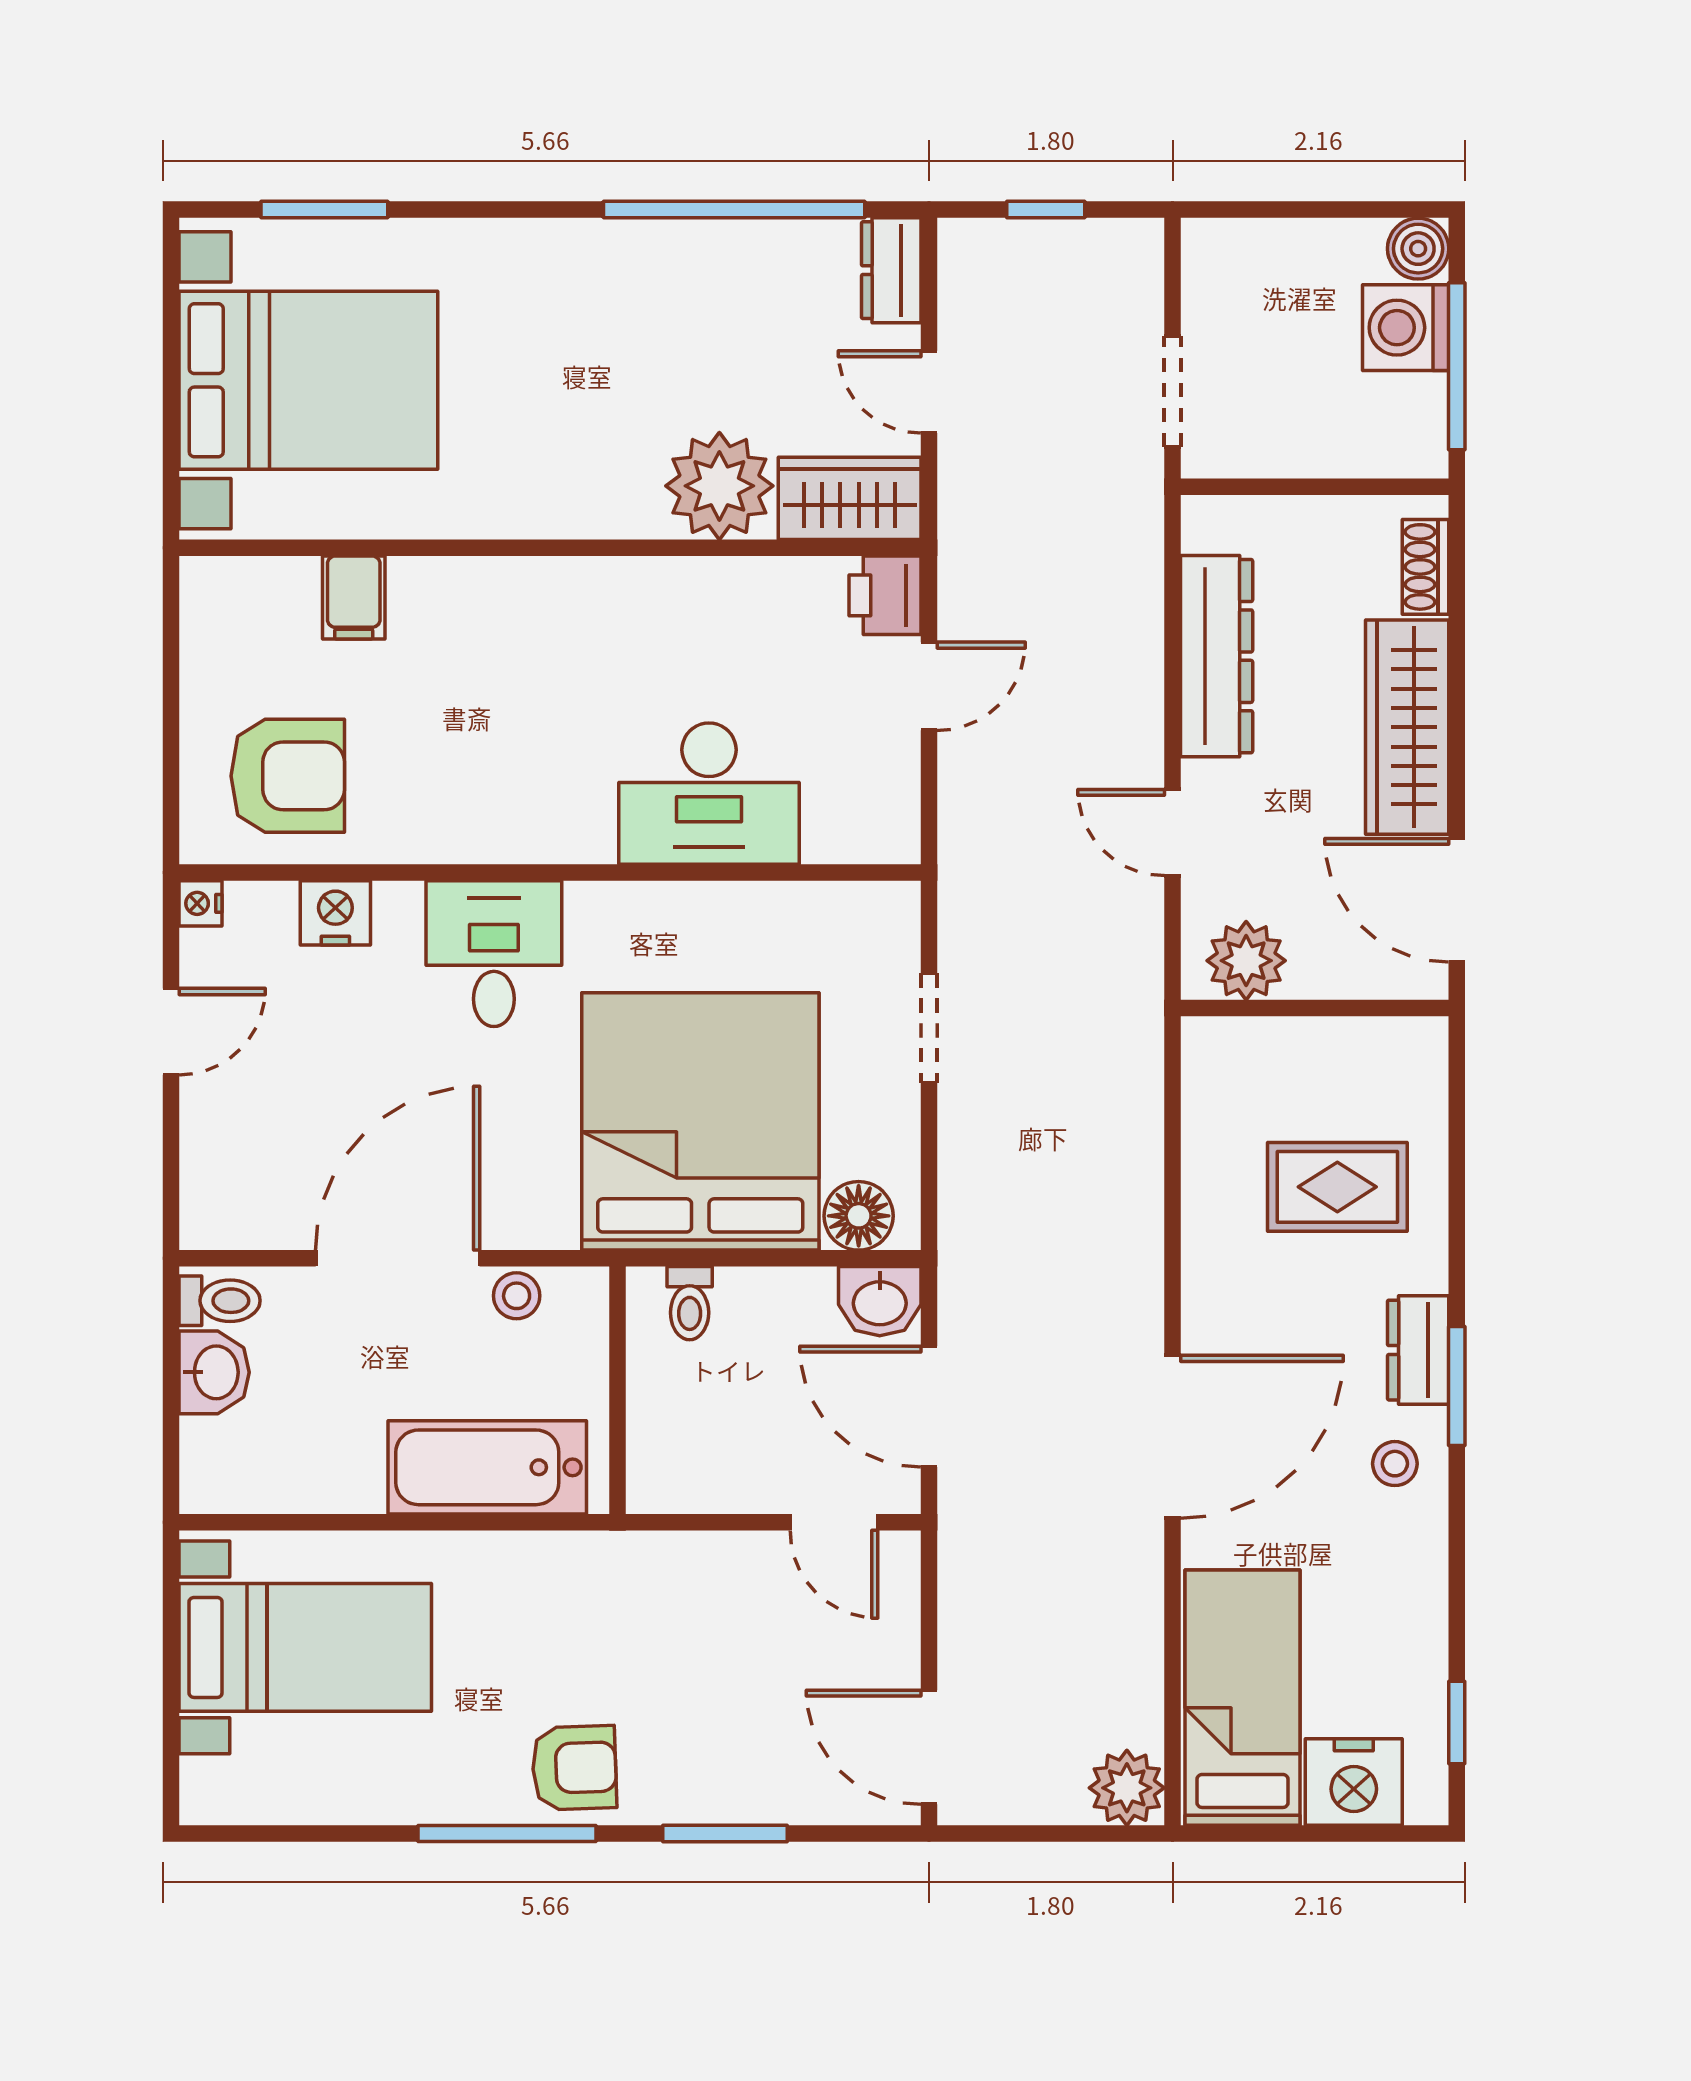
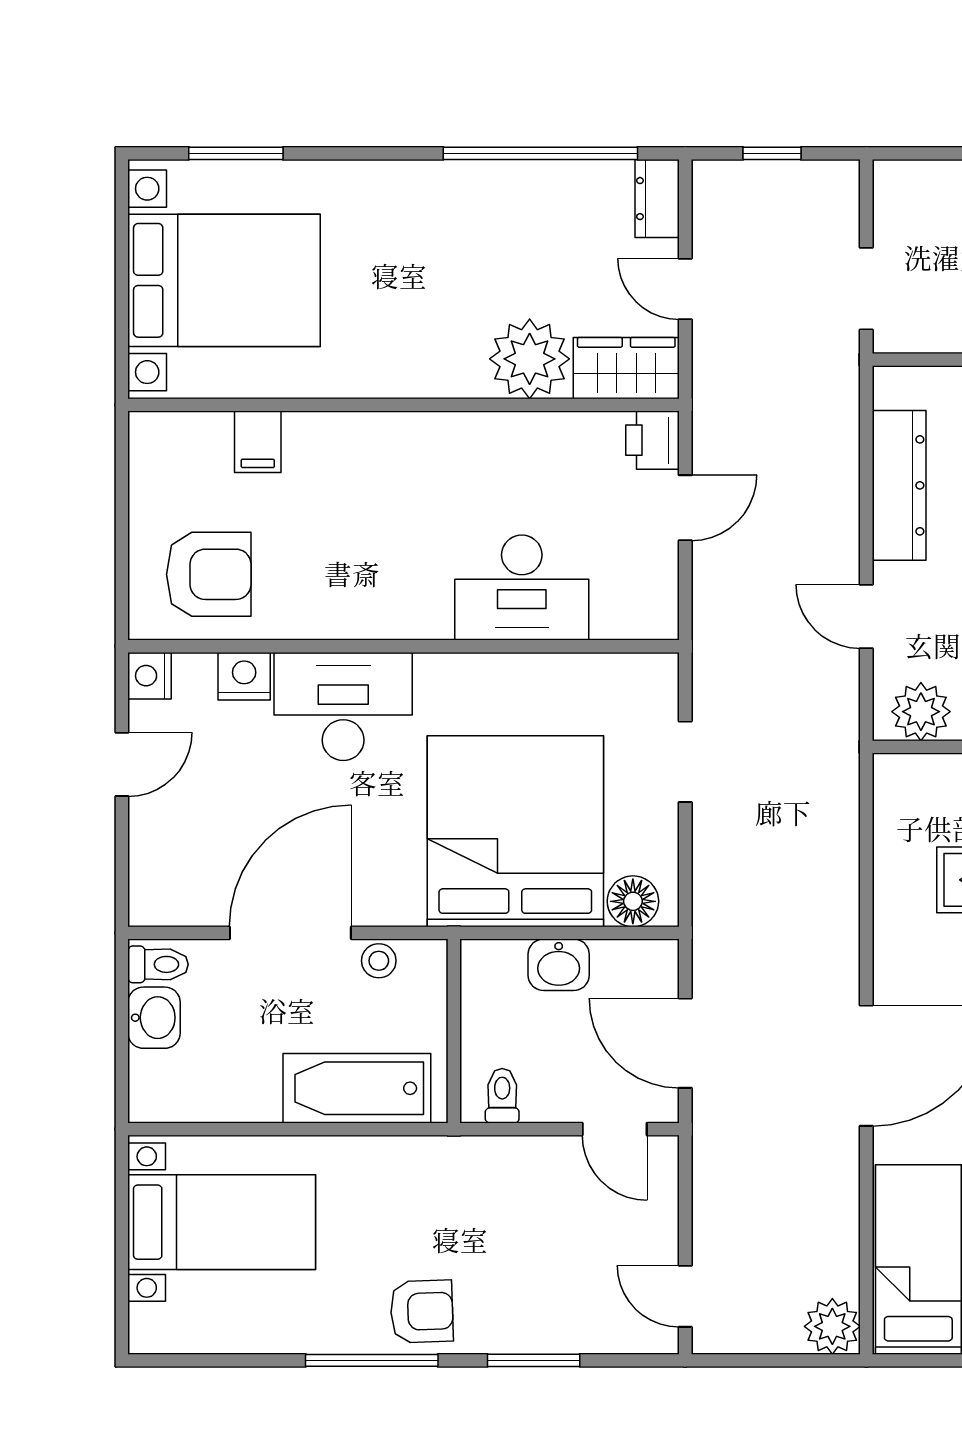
nightstand: (200, 903) -> (149, 676), width x1.39, depth x1.35
desk: (494, 954) -> (343, 707), width x1.37
washbasin: (880, 1301) -> (559, 965), moved
toilet: (690, 1303) -> (502, 1096), moved, turned 180
door: (929, 1747) -> (685, 1296), width x0.73

